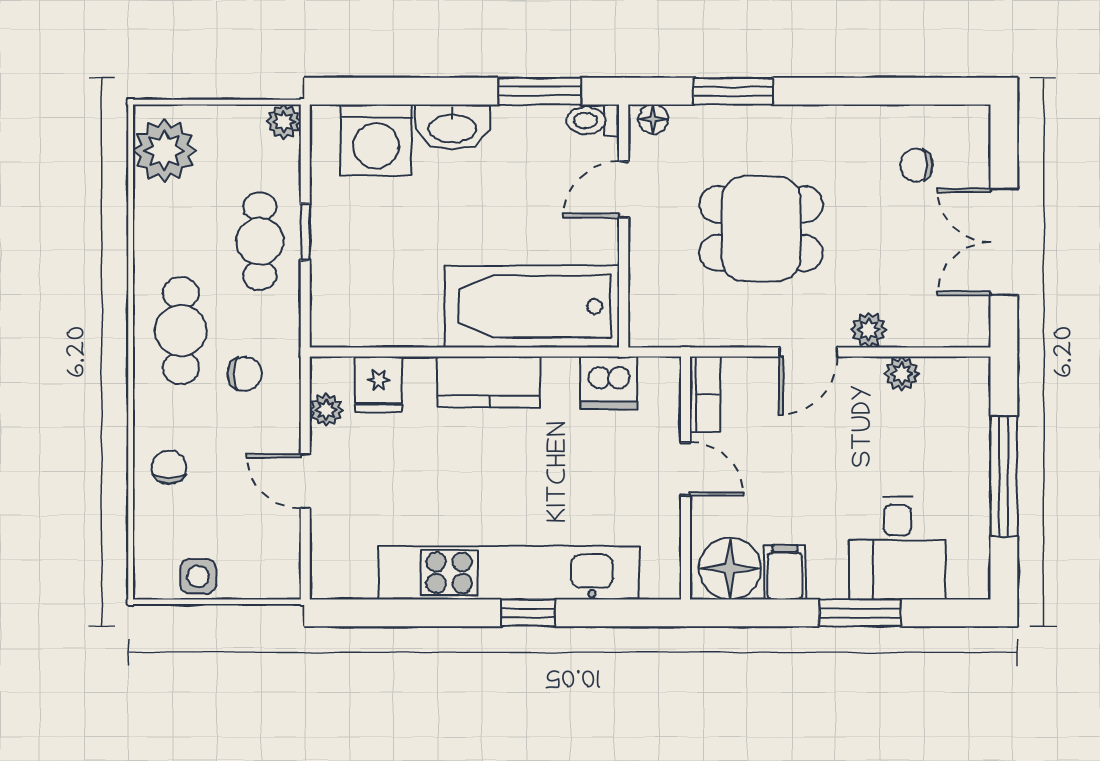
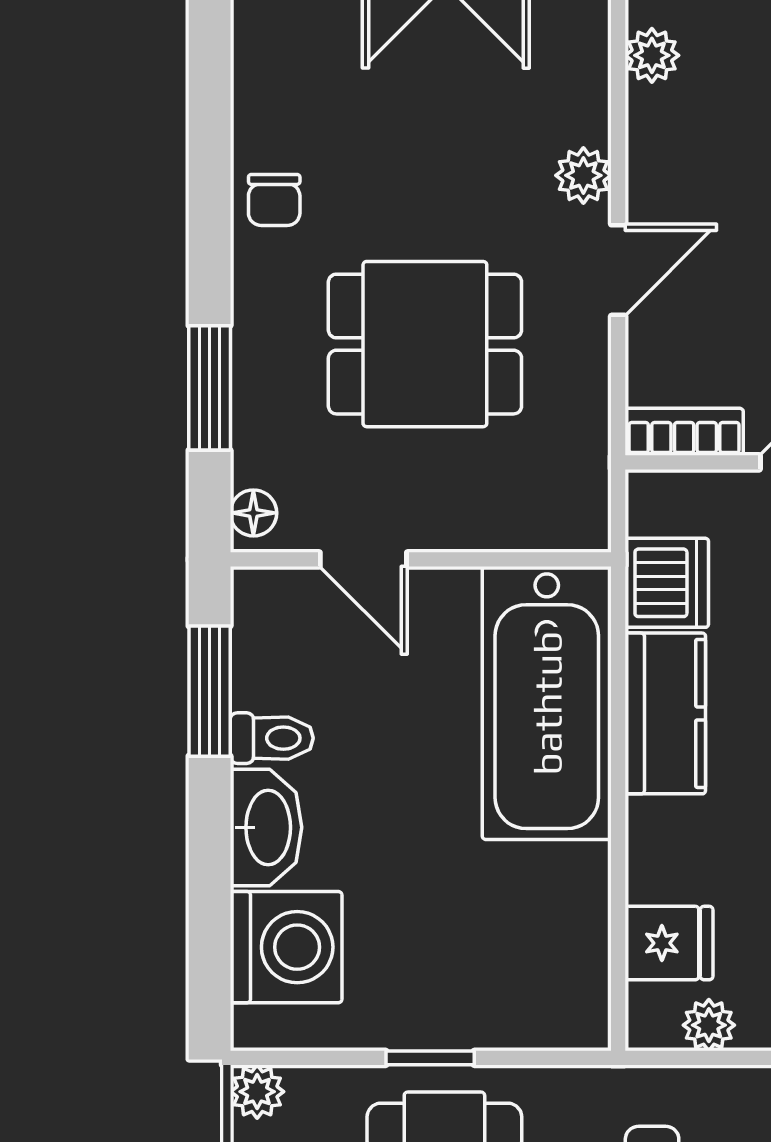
toilet: (593, 121) -> (272, 738), moved, turned -90
chair: (916, 165) -> (274, 200), moved
dining table: (761, 229) -> (425, 344), turned 90
door: (808, 352) -> (618, 270), hinge flipped
plant: (902, 374) -> (652, 55), moved
kitchen counter: (489, 382) -> (665, 713), moved

